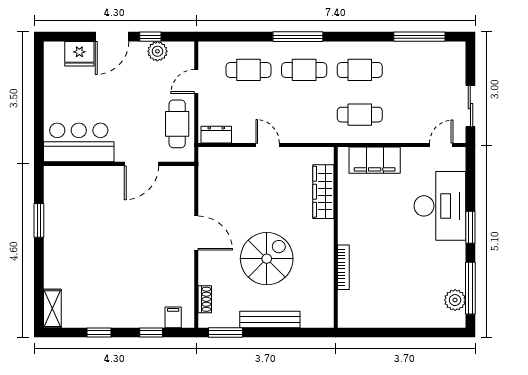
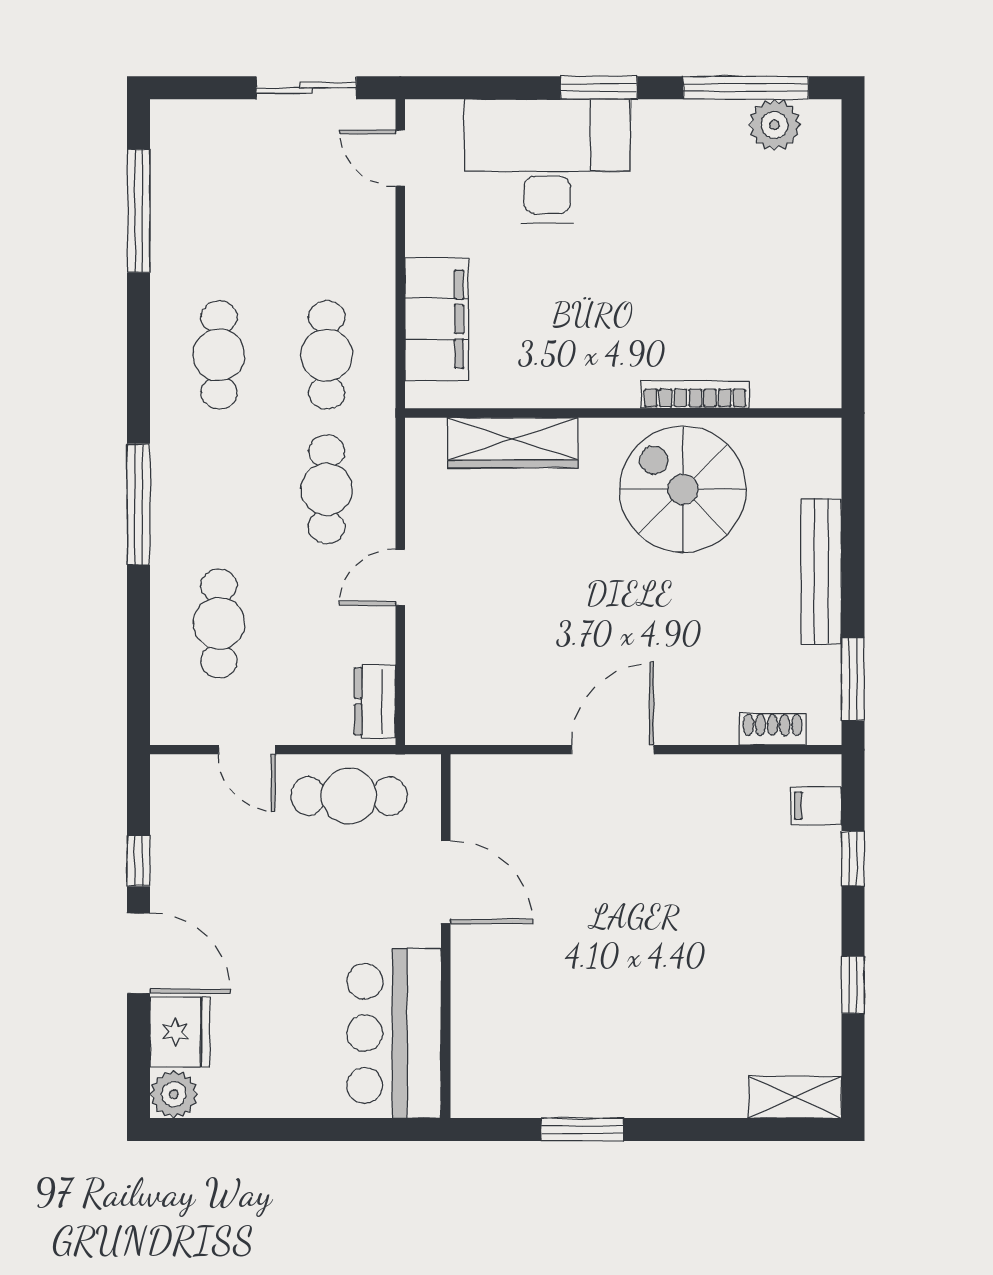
plant: (157, 51) -> (174, 1094), moved
cafe table: (304, 70) -> (327, 489), moved
spiral stairs: (267, 259) -> (683, 489), moved

